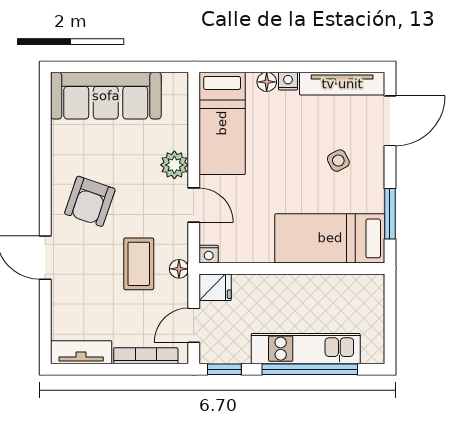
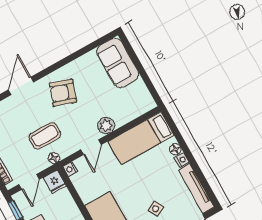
sofa: (106, 96) -> (118, 63), width x0.73
door: (194, 325) -> (29, 182), swing flipped

